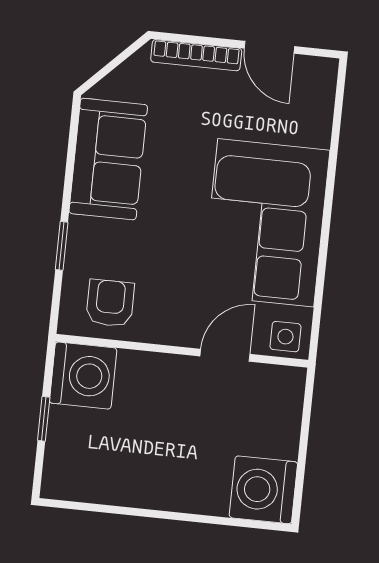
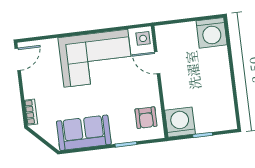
door: (269, 47) -> (18, 59), moved
bookcase: (196, 55) -> (31, 112), width x0.64
armchair: (110, 303) -> (146, 118), turned -90

